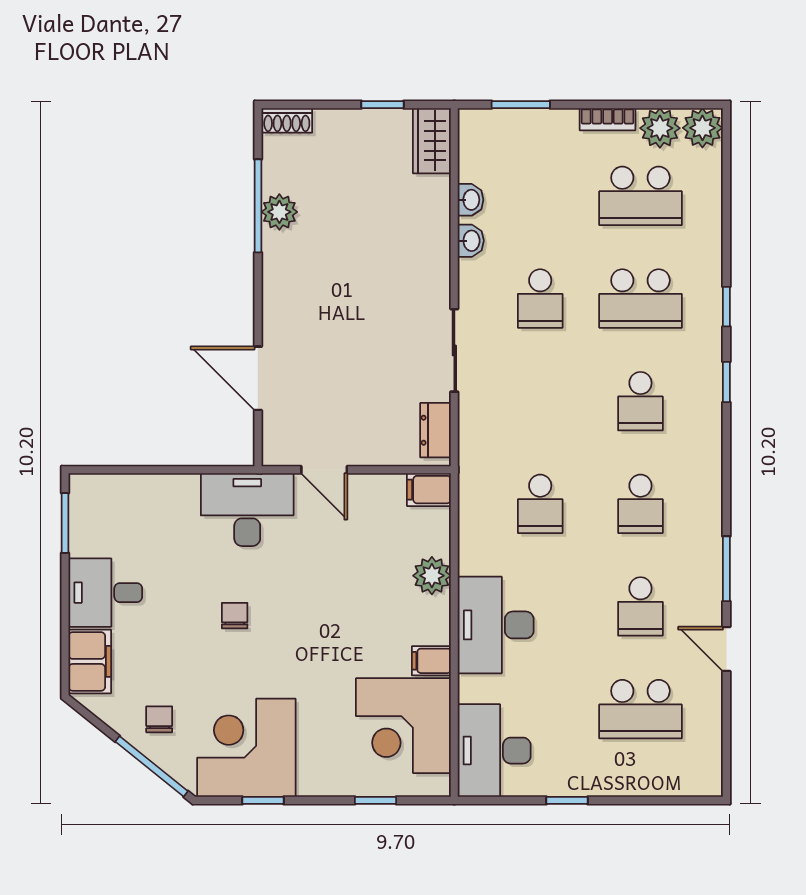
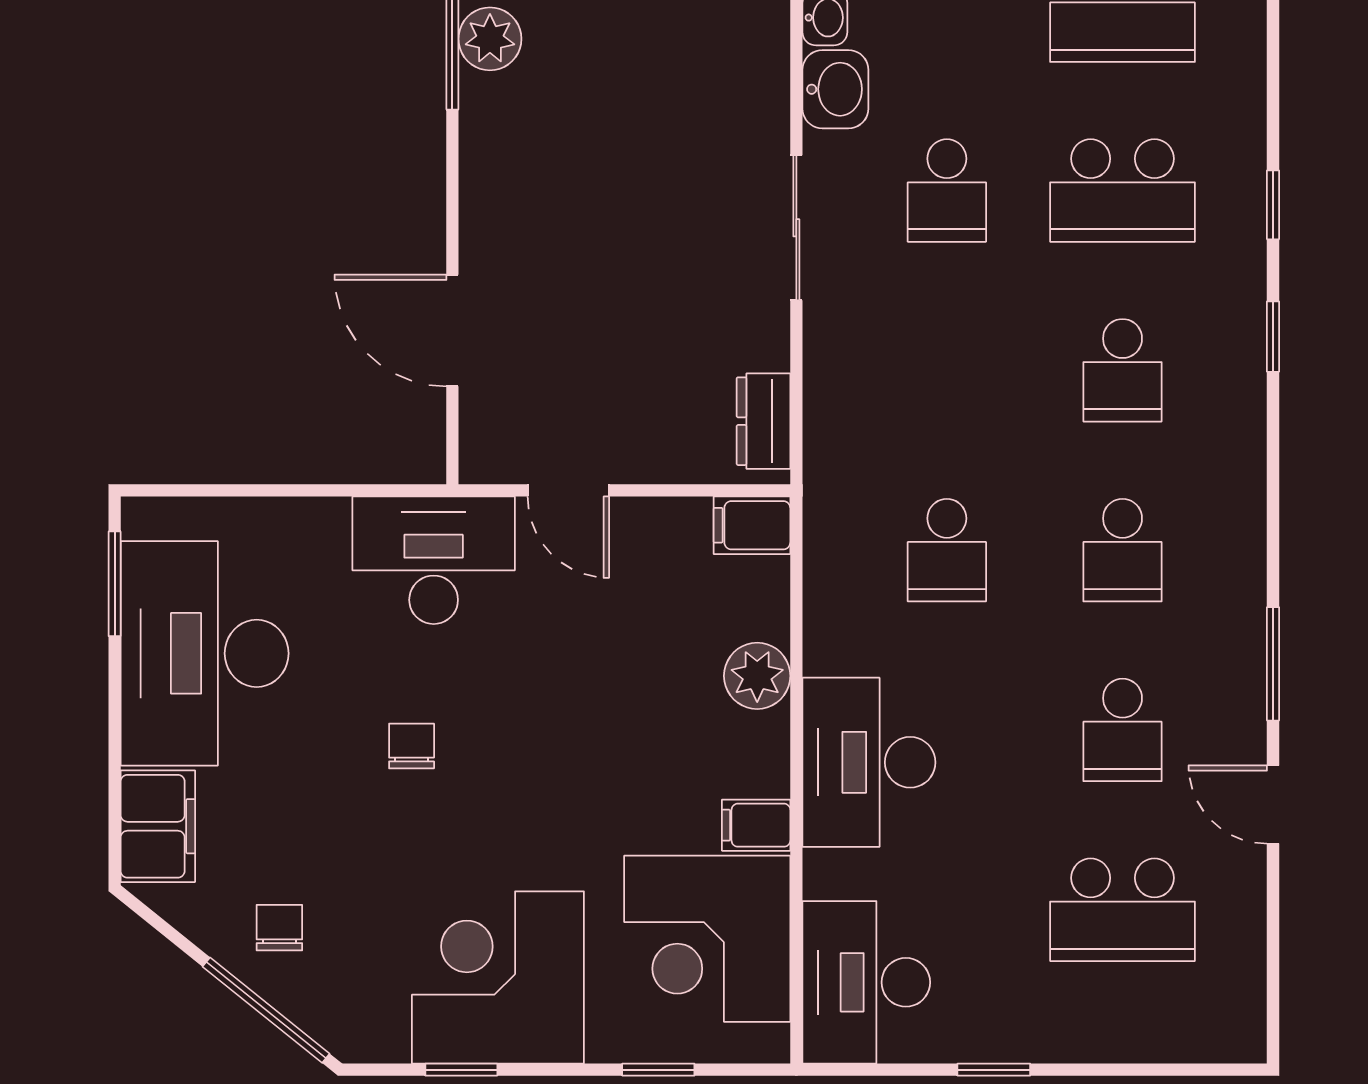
washbasin: (471, 241) -> (835, 89), width x1.38, depth x1.45
sliding door: (454, 350) -> (796, 228), moved
desk: (105, 593) -> (205, 653), width x1.87, depth x1.30
corner desk: (246, 748) -> (498, 977), moved

